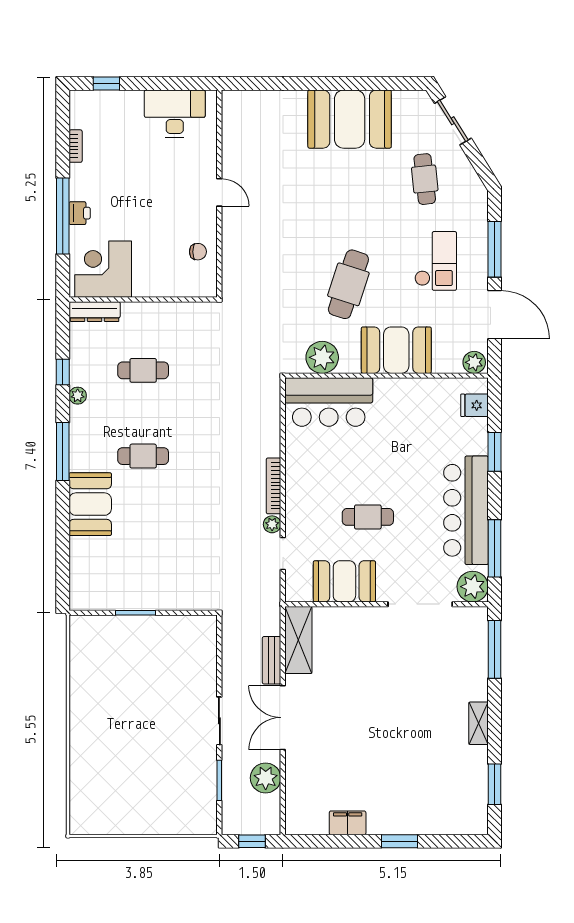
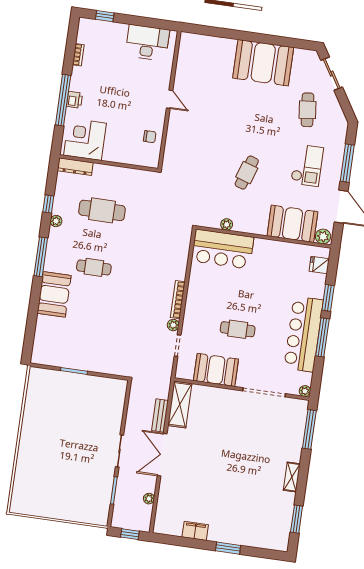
cafe table: (348, 284) -> (247, 173), width x0.73, depth x0.74
booth: (396, 350) -> (292, 224), moved
plant: (322, 357) -> (227, 224), width x0.53, depth x0.53
cafe table: (143, 370) -> (102, 210), width x1.37, depth x1.35
window: (494, 548) -> (322, 337), moved
plant: (473, 587) -> (305, 391), width x0.53, depth x0.53
plant: (266, 778) -> (149, 499), width x0.53, depth x0.53

